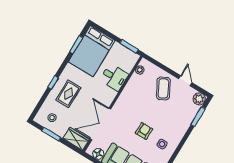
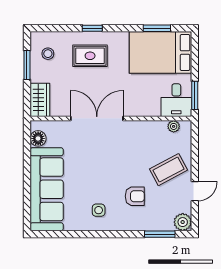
desk: (114, 77) -> (176, 100), moved
double door: (100, 124) -> (97, 118), moved
armchair: (144, 131) -> (135, 196), moved

